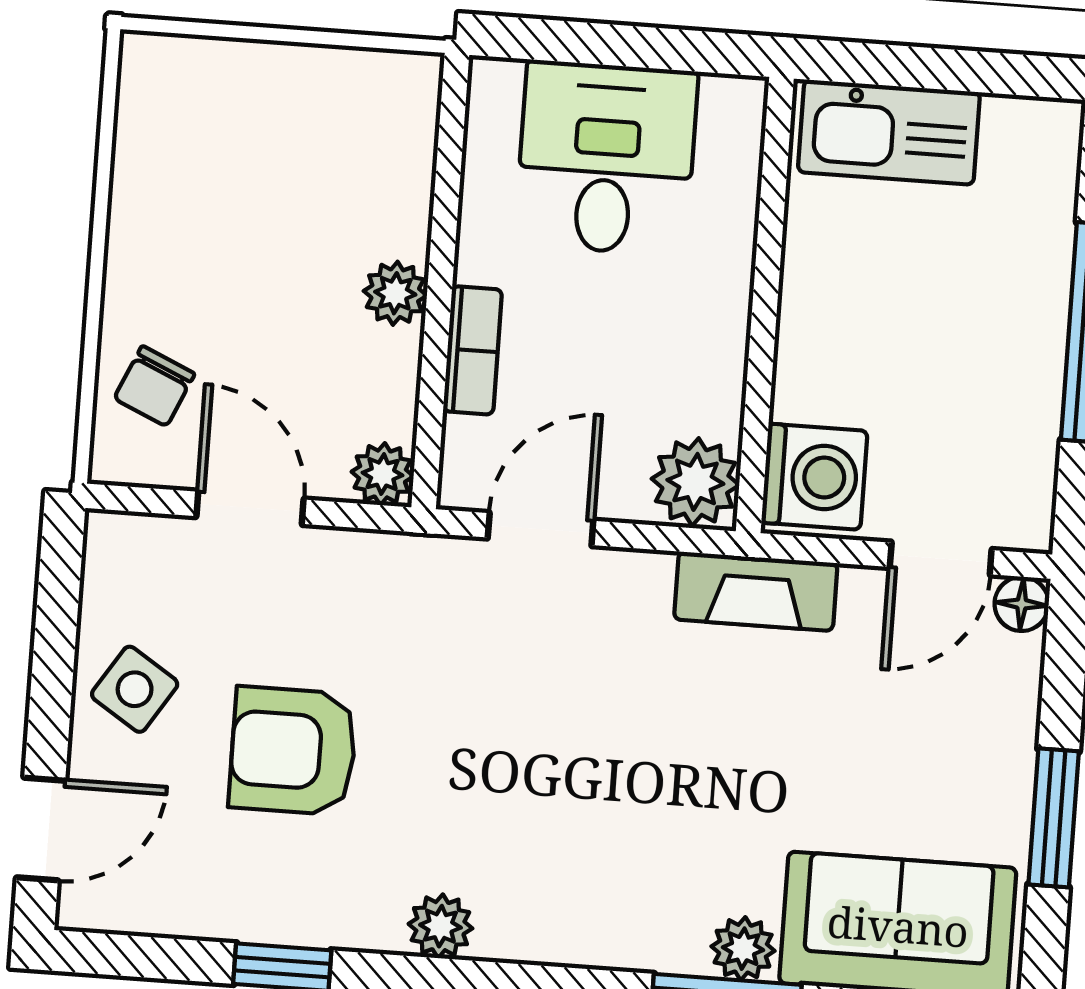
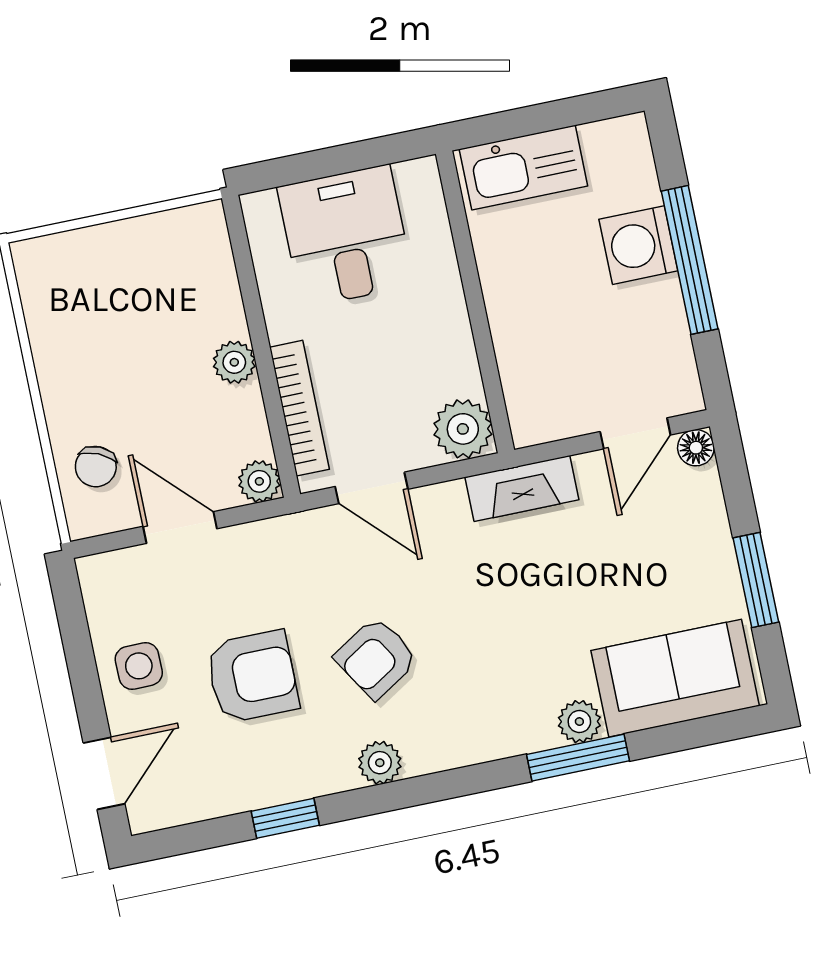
bookcase: (473, 350) -> (300, 408), width x1.56
washing machine: (814, 477) -> (638, 245), moved, turned 180
door: (541, 529) -> (371, 488), swing flipped
side table: (135, 689) -> (139, 666), turned -34
armchair: (293, 751) -> (252, 677), turned 180
armchair: (478, 775) -> (376, 658), added

